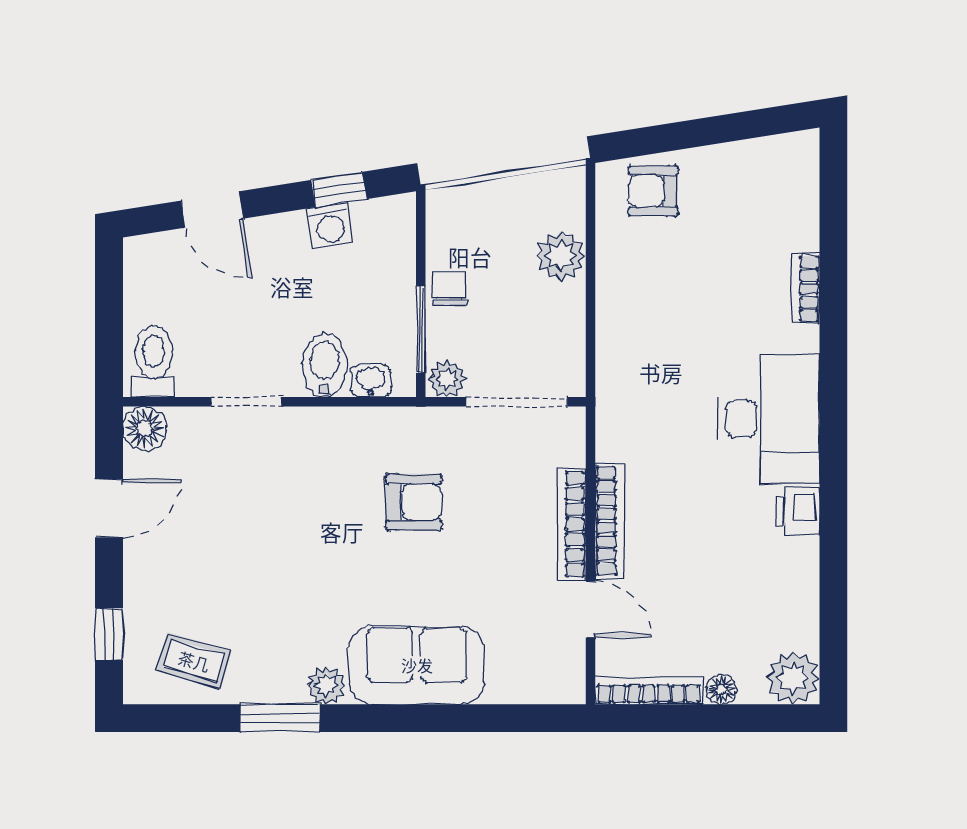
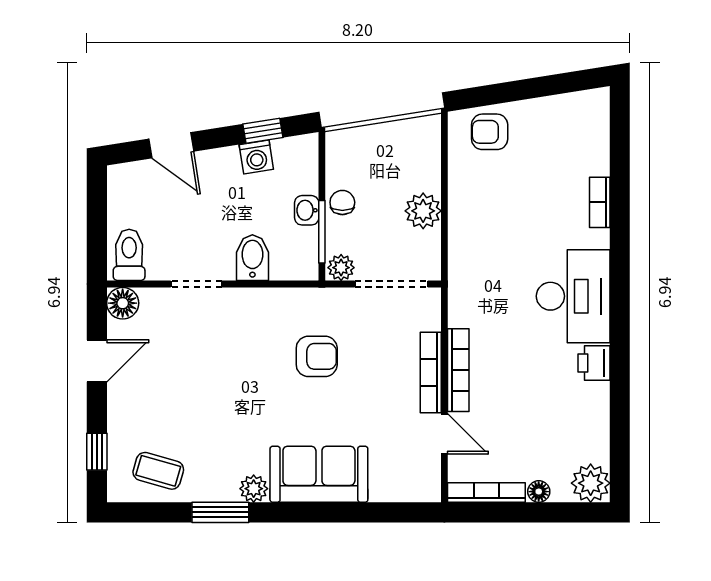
plant: (561, 256) -> (423, 211), moved
washbasin: (371, 381) -> (307, 210), moved, turned -90

